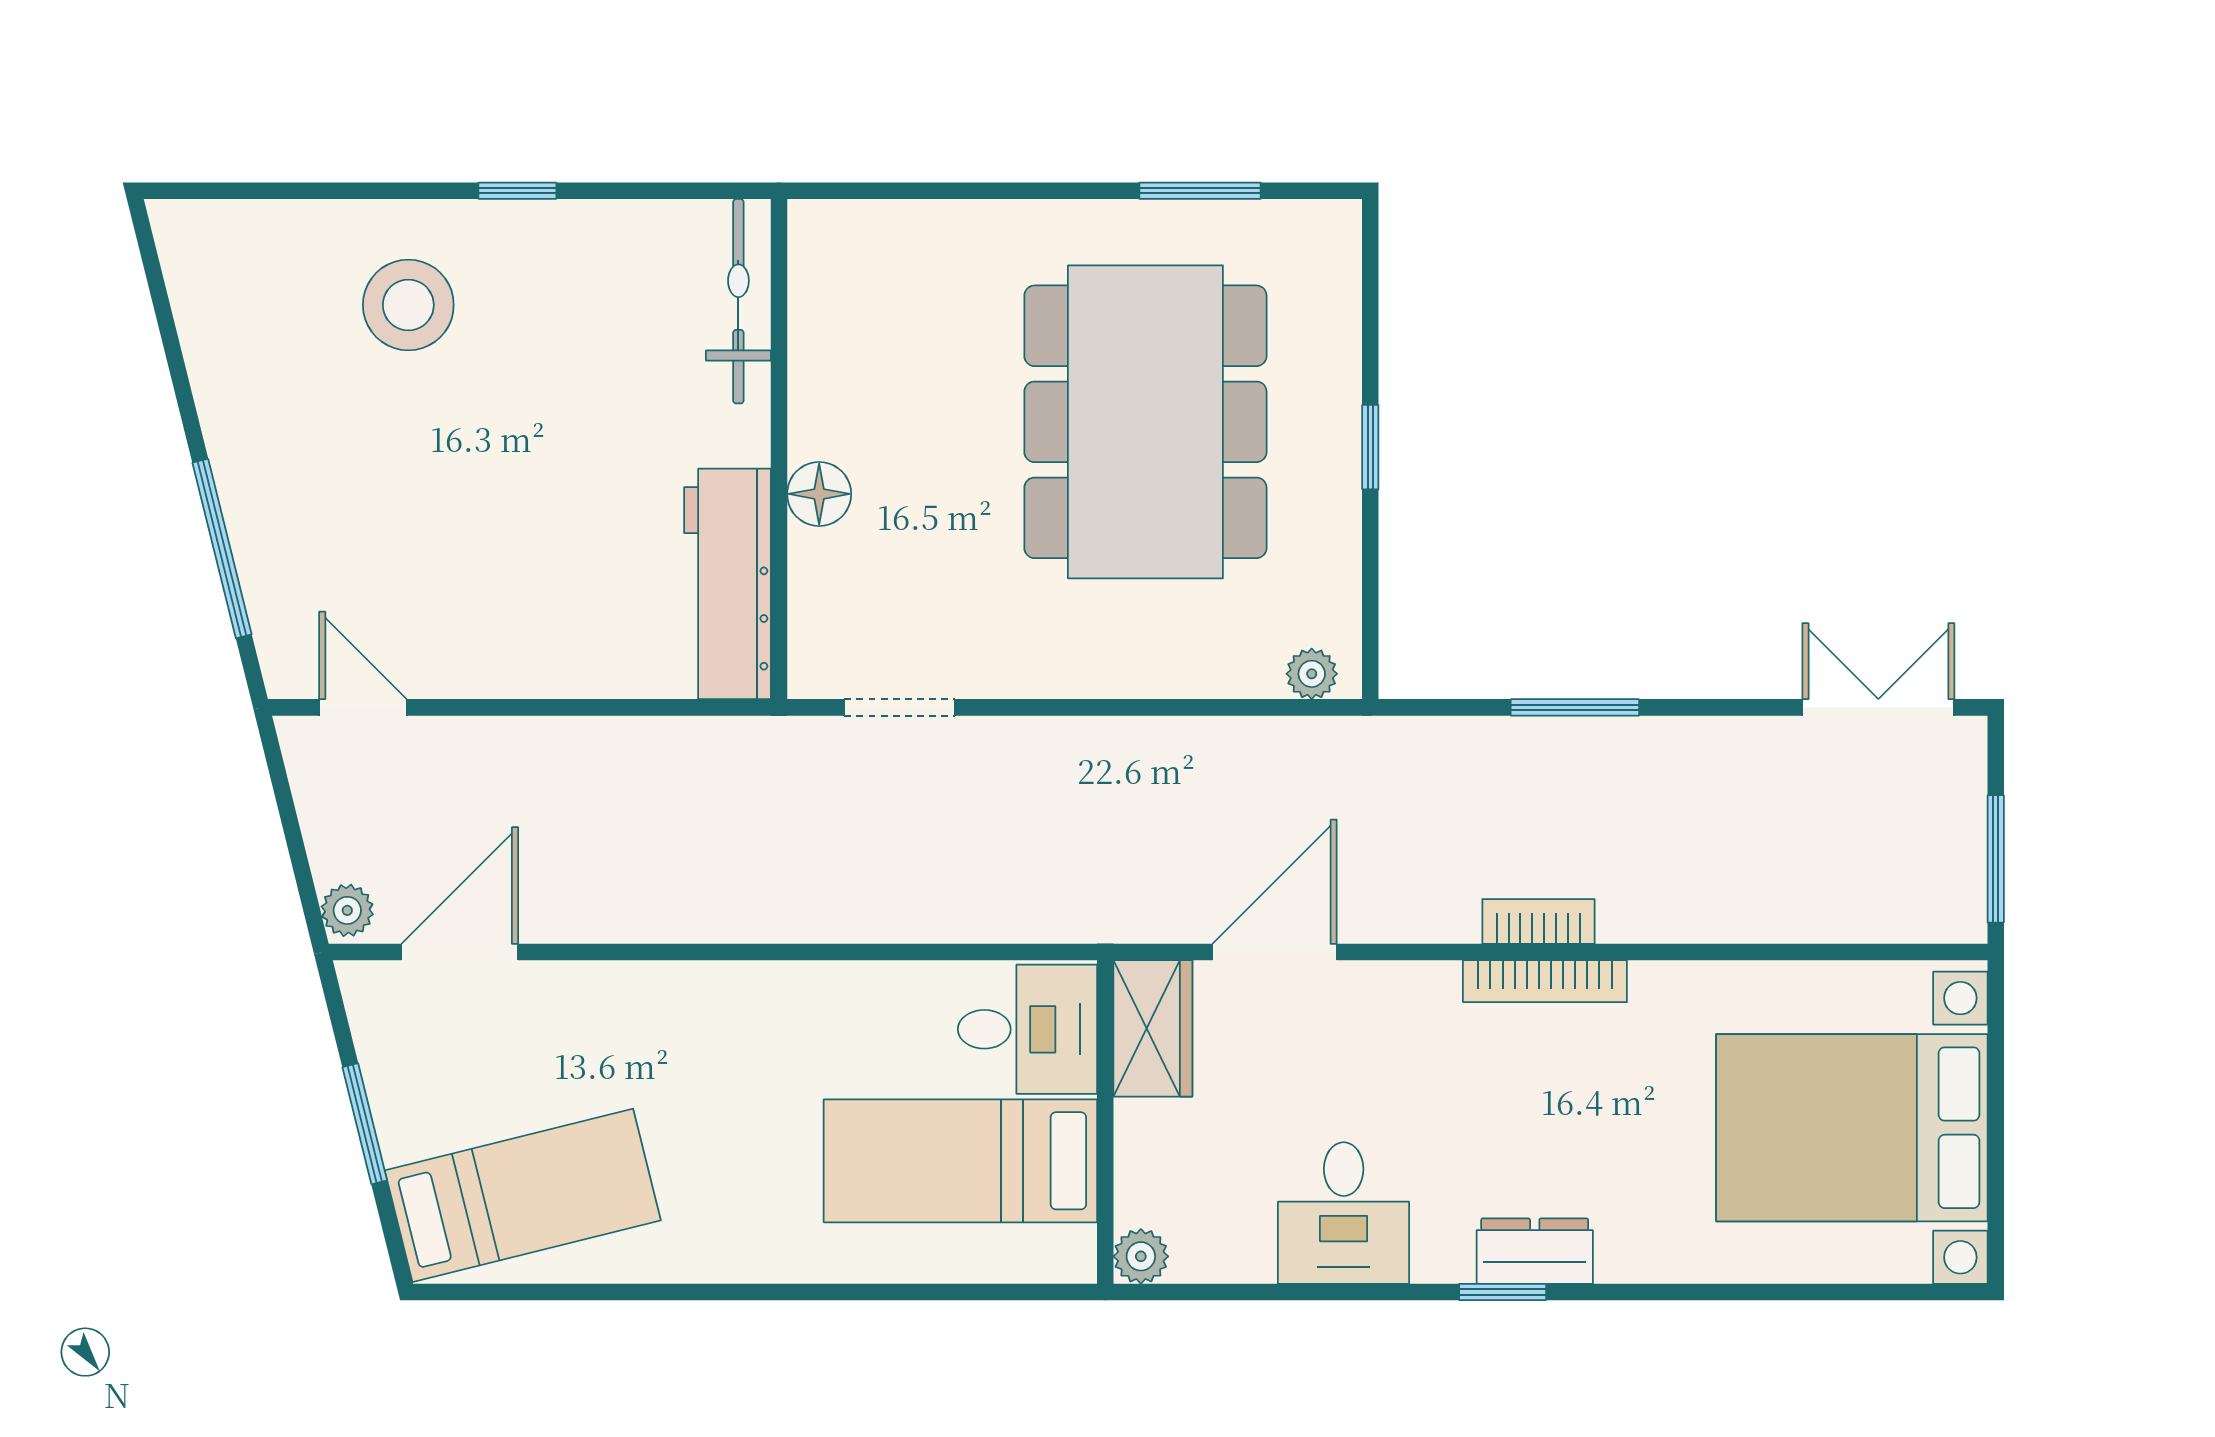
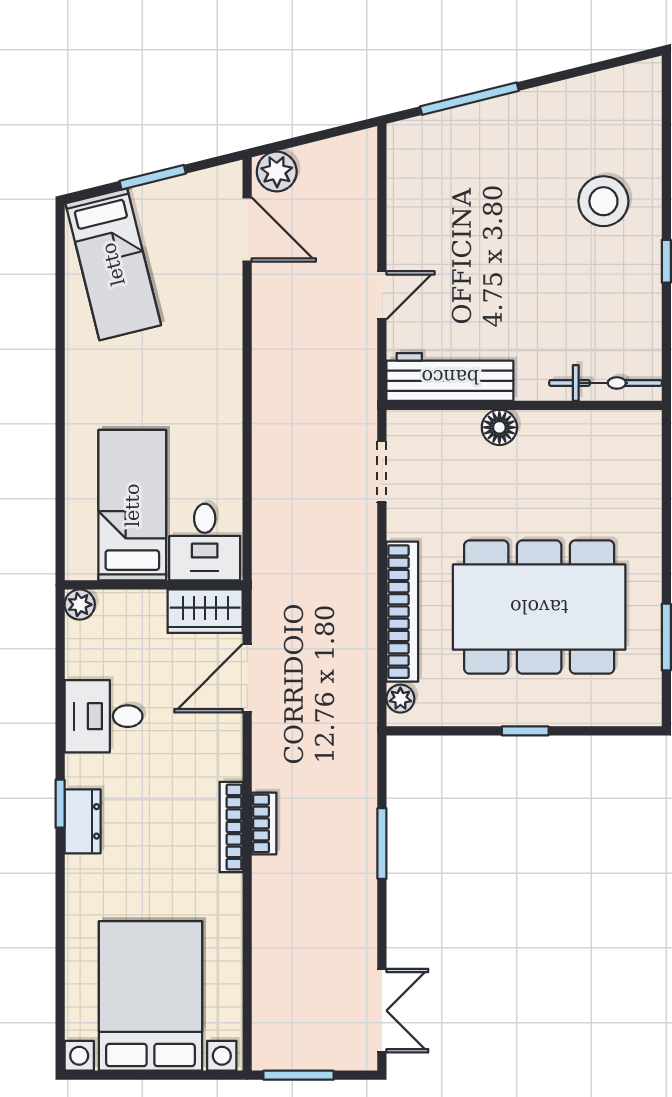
bookcase: (1154, 670) -> (402, 612), added
door: (363, 707) -> (382, 295), moved
plant: (347, 910) -> (277, 172), width x1.38, depth x1.38
door: (1275, 952) -> (247, 678), swing flipped

